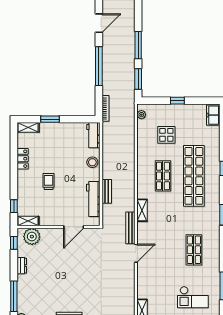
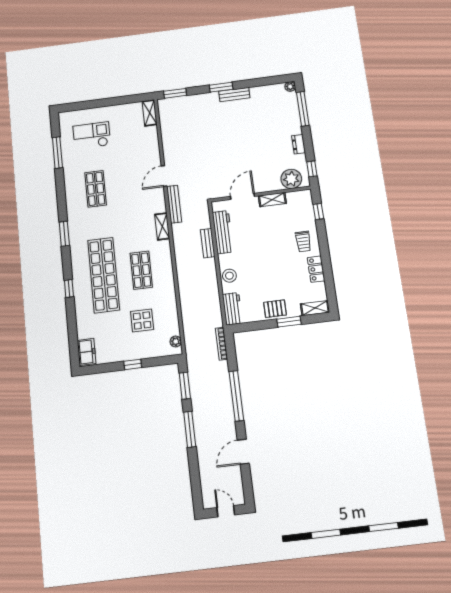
pallet: (60, 131) -> (275, 309), added
trolley: (49, 181) -> (303, 241), moved
shelving: (28, 221) -> (272, 200), moved

